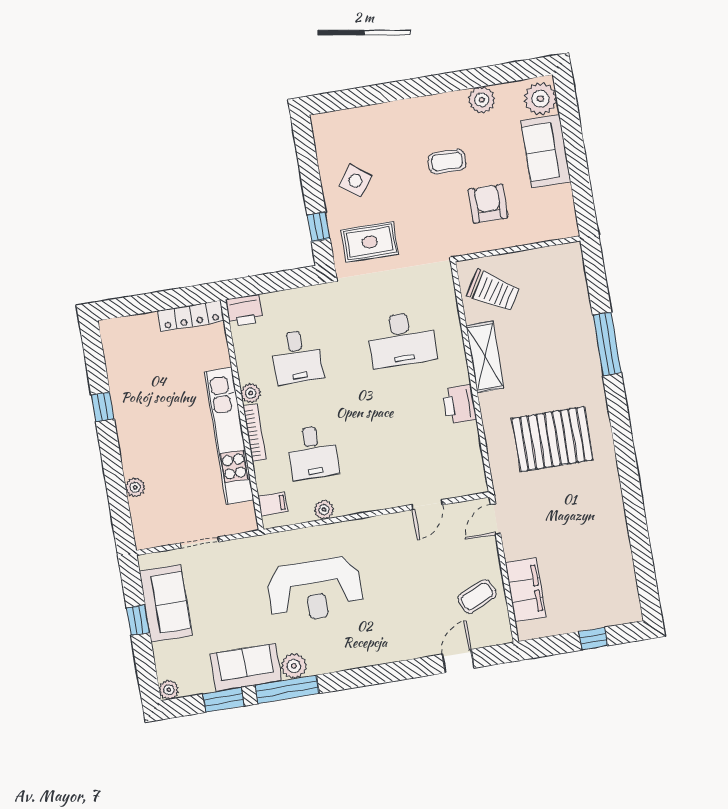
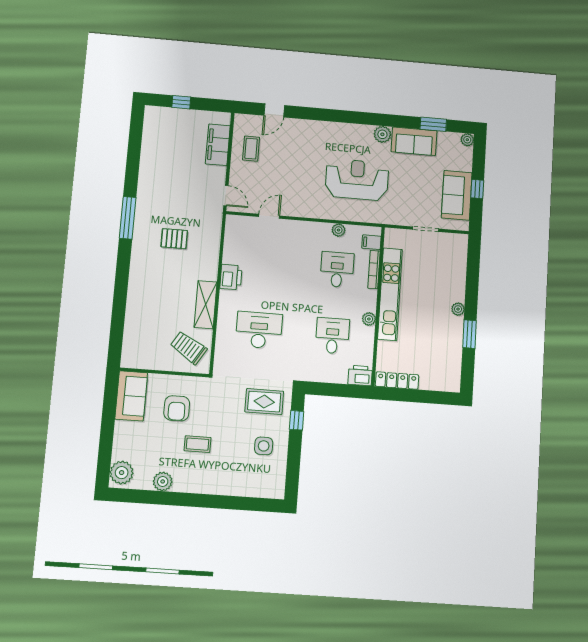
sofa: (546, 151) -> (131, 396), moved
side table: (356, 181) -> (264, 446), turned -38
window: (607, 344) -> (128, 218), moved
window: (103, 407) -> (470, 334), width x1.50
bookcase: (255, 433) -> (374, 270), moved
pallet: (552, 439) -> (174, 239), width x0.49, depth x0.50
plant: (135, 487) -> (458, 309), moved
door: (496, 519) -> (226, 196), hinge flipped
coffee table: (477, 596) -> (251, 149), turned -66
window: (287, 689) -> (390, 121), removed

